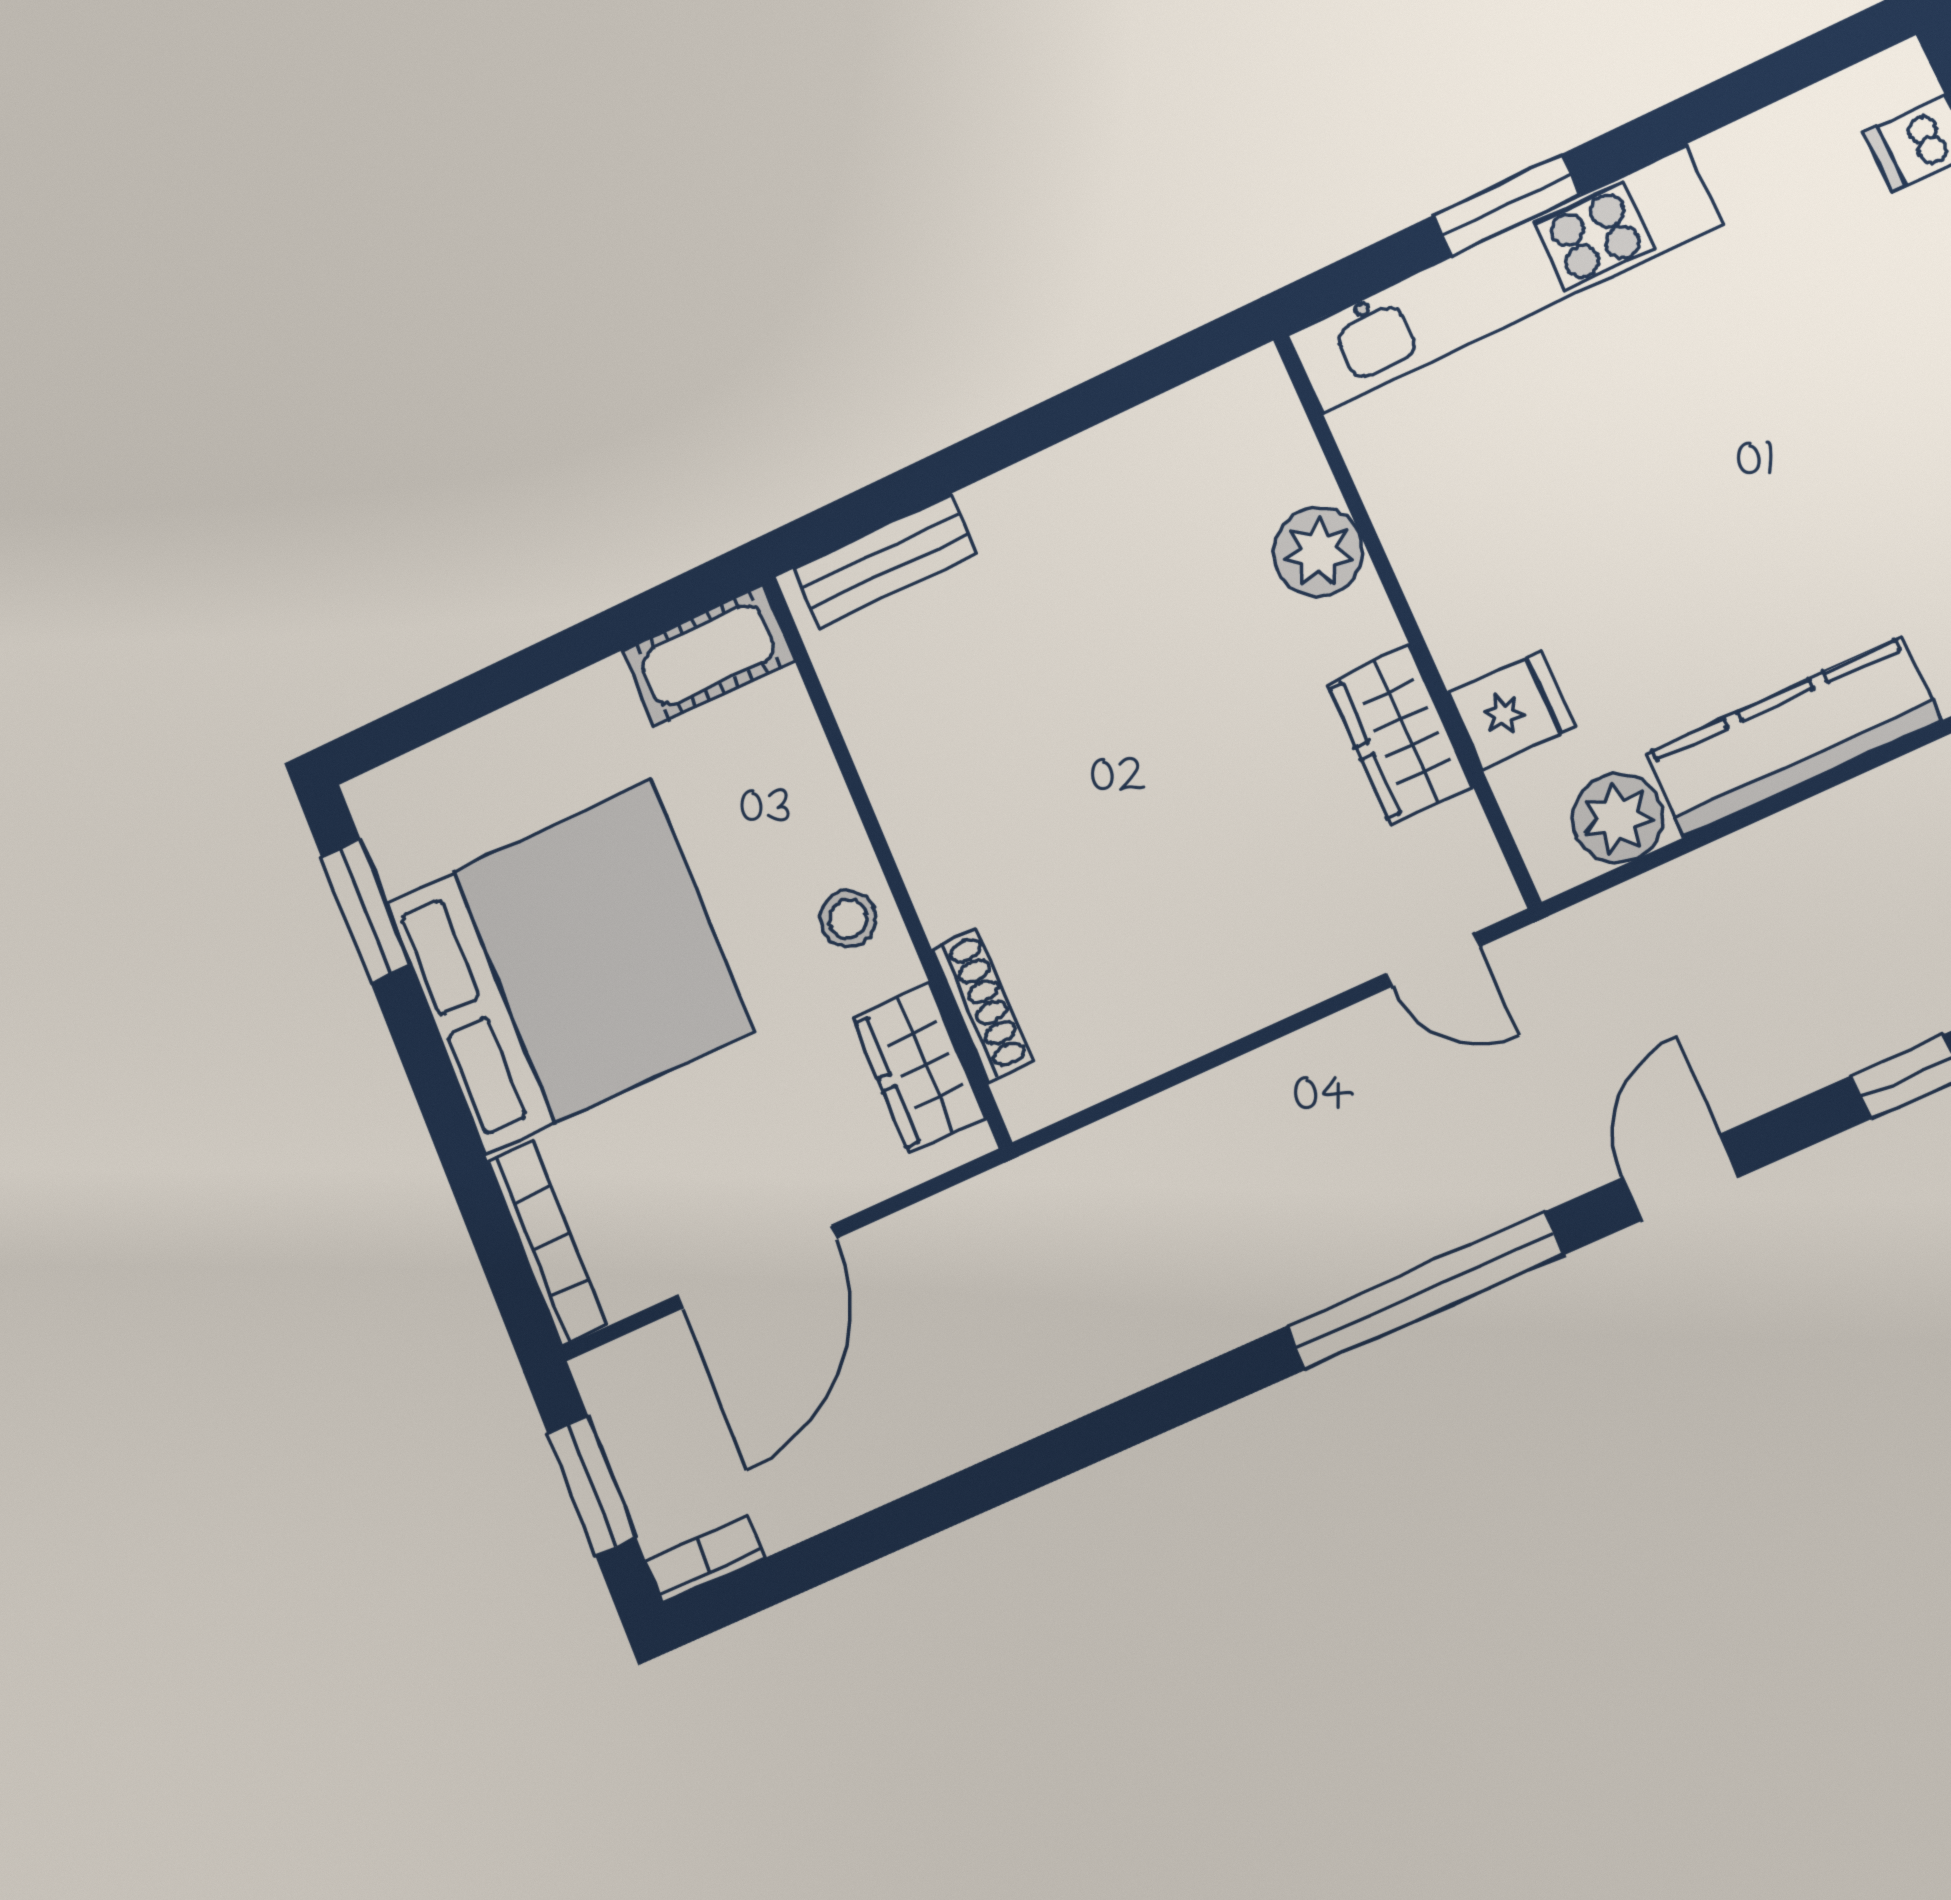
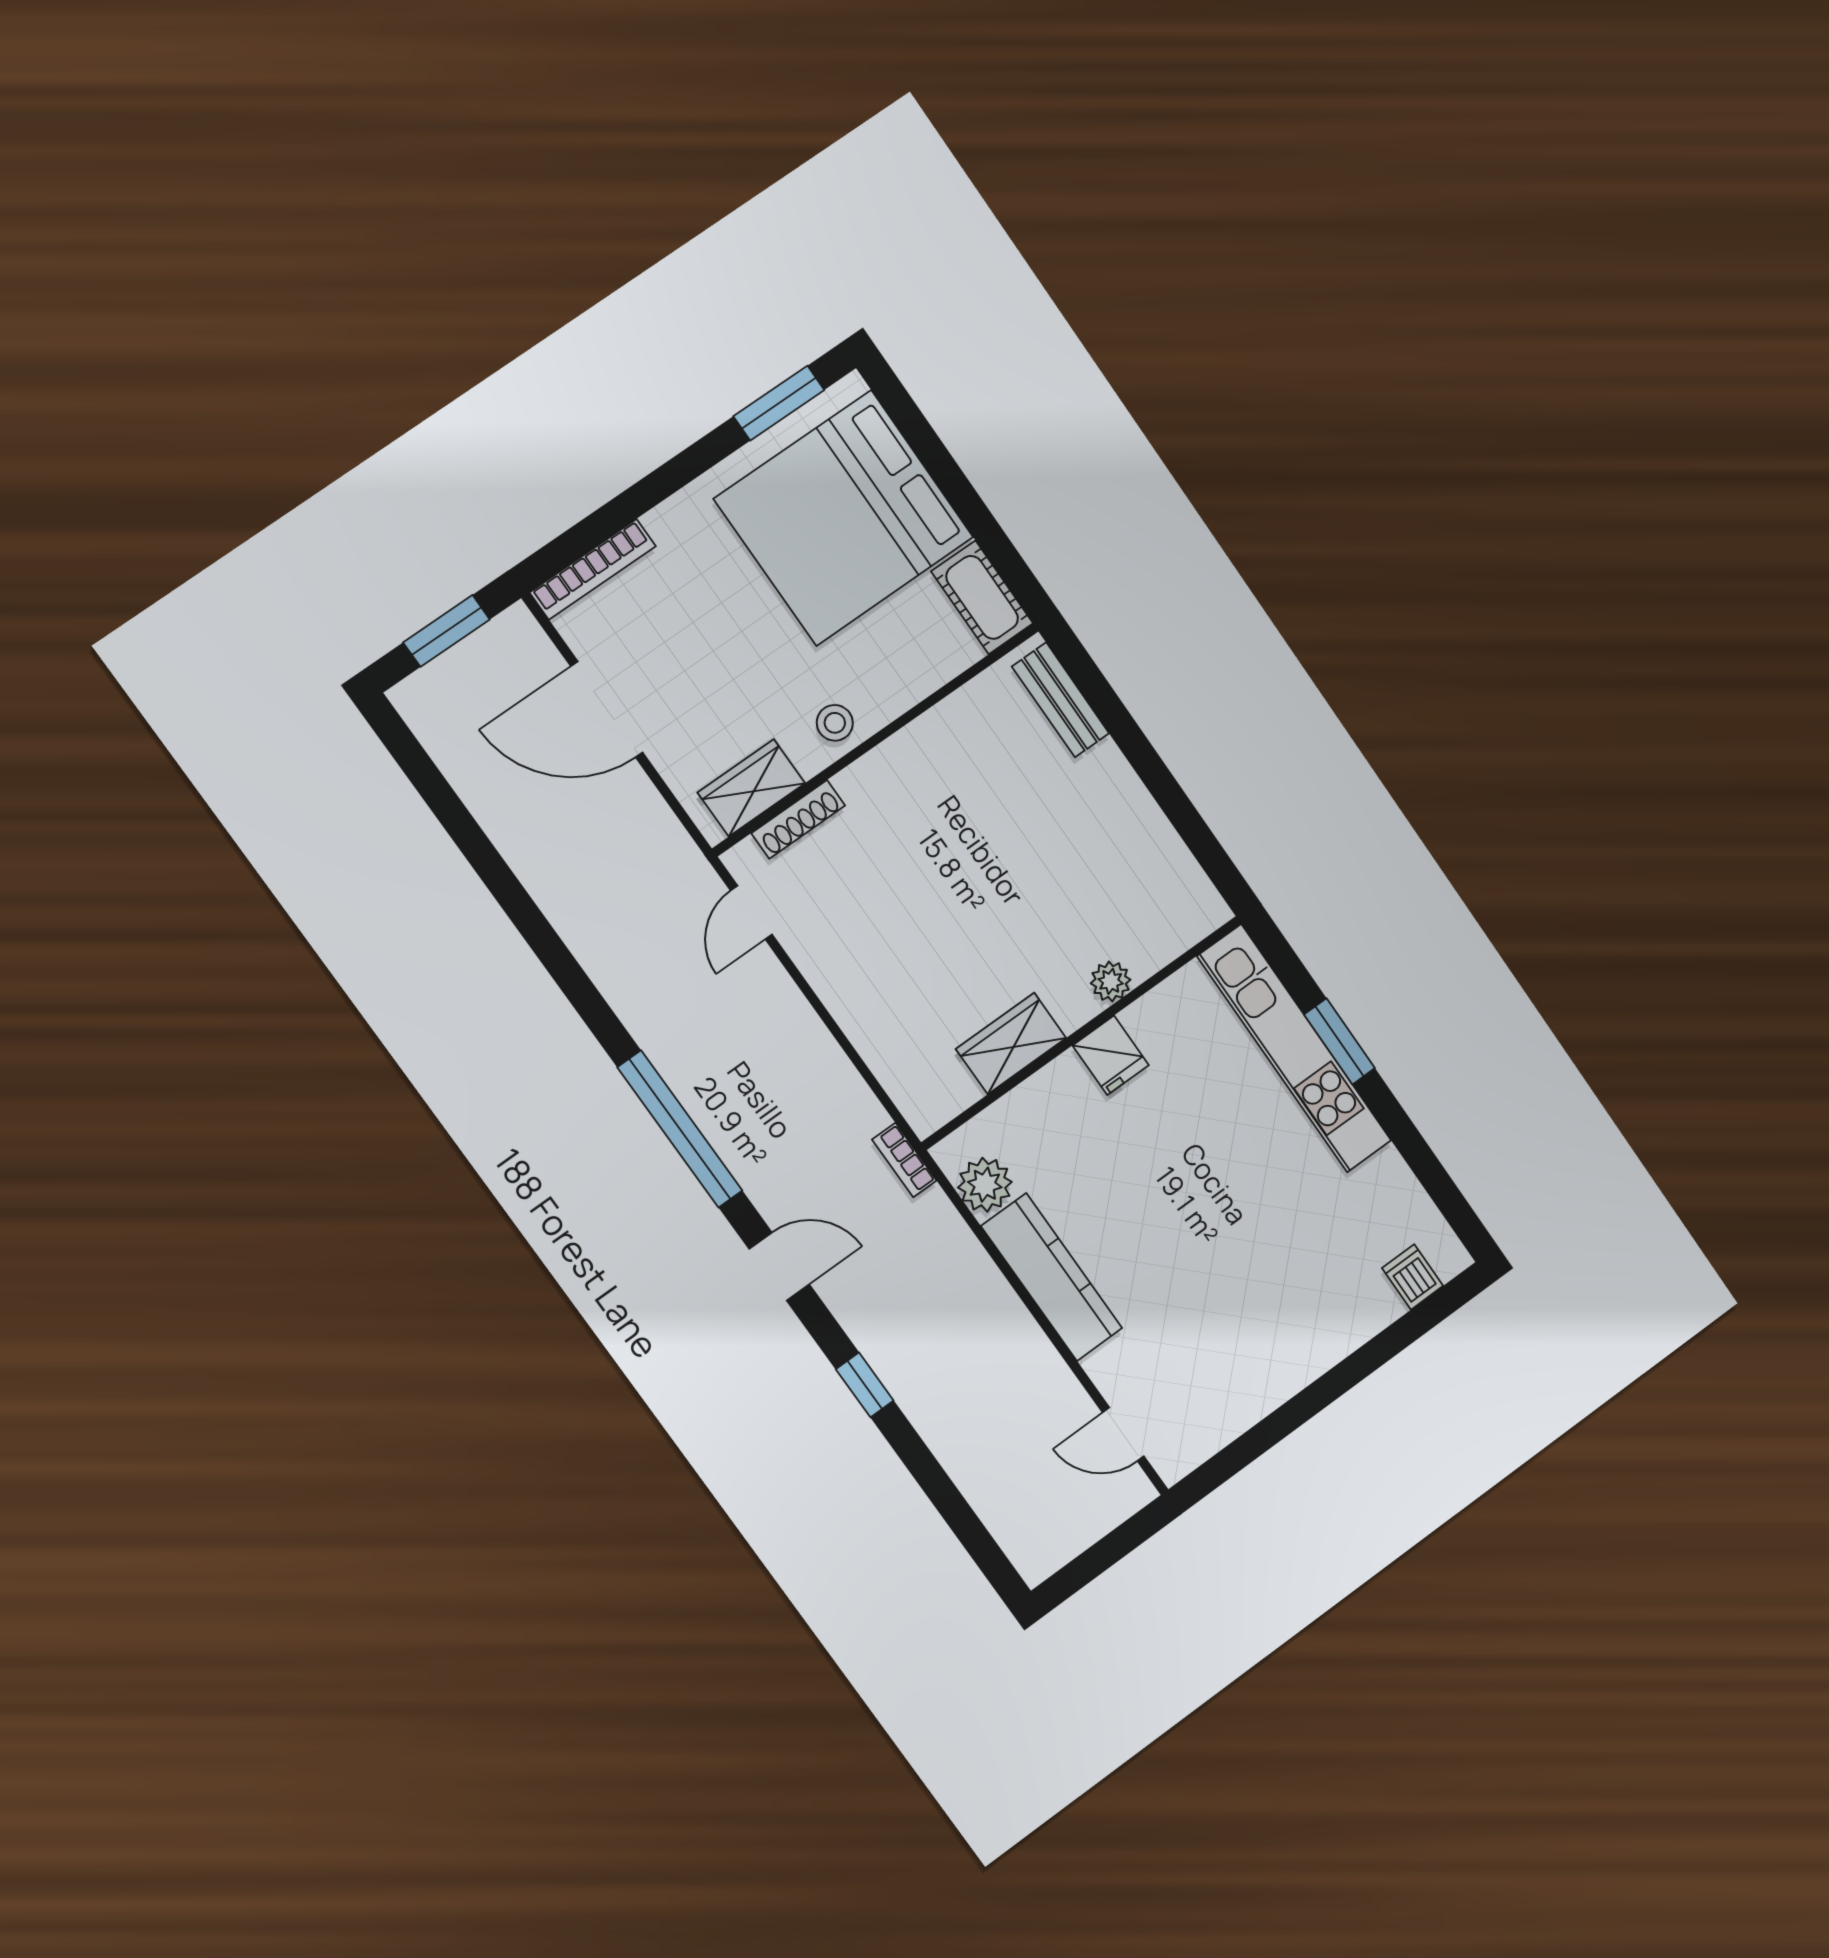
plant: (1318, 552) -> (1111, 981), width x0.73, depth x0.73
fridge: (1511, 710) -> (1111, 1055), moved
door: (1433, 960) -> (751, 913), moved
bed: (568, 967) -> (844, 518), moved, turned 90
bookcase: (705, 1559) -> (904, 1160), moved, turned 180

